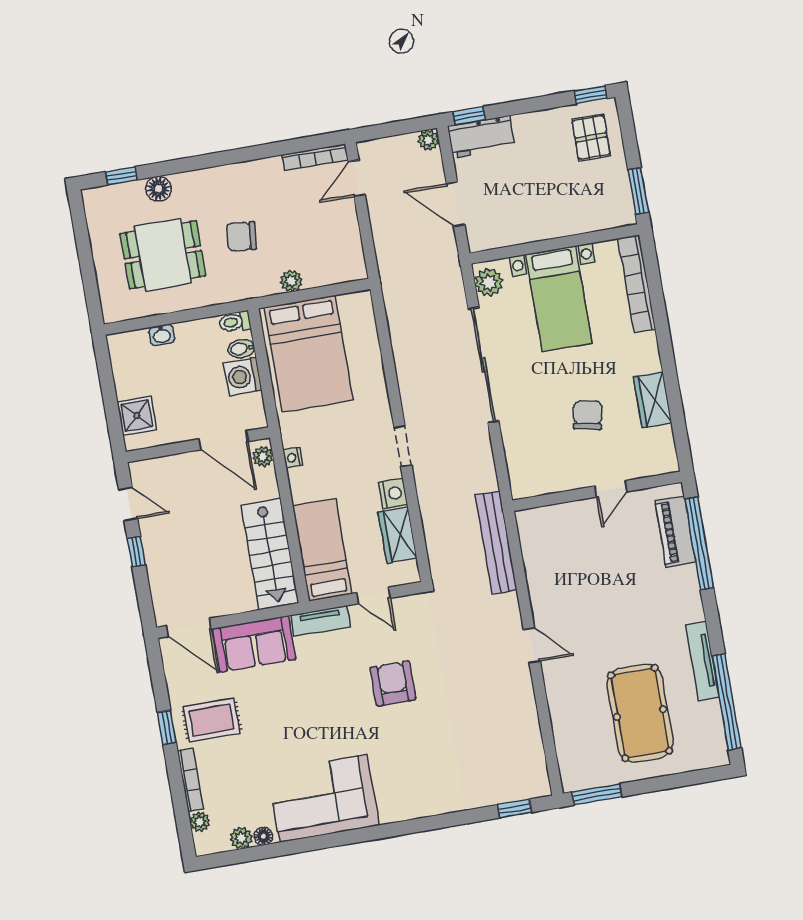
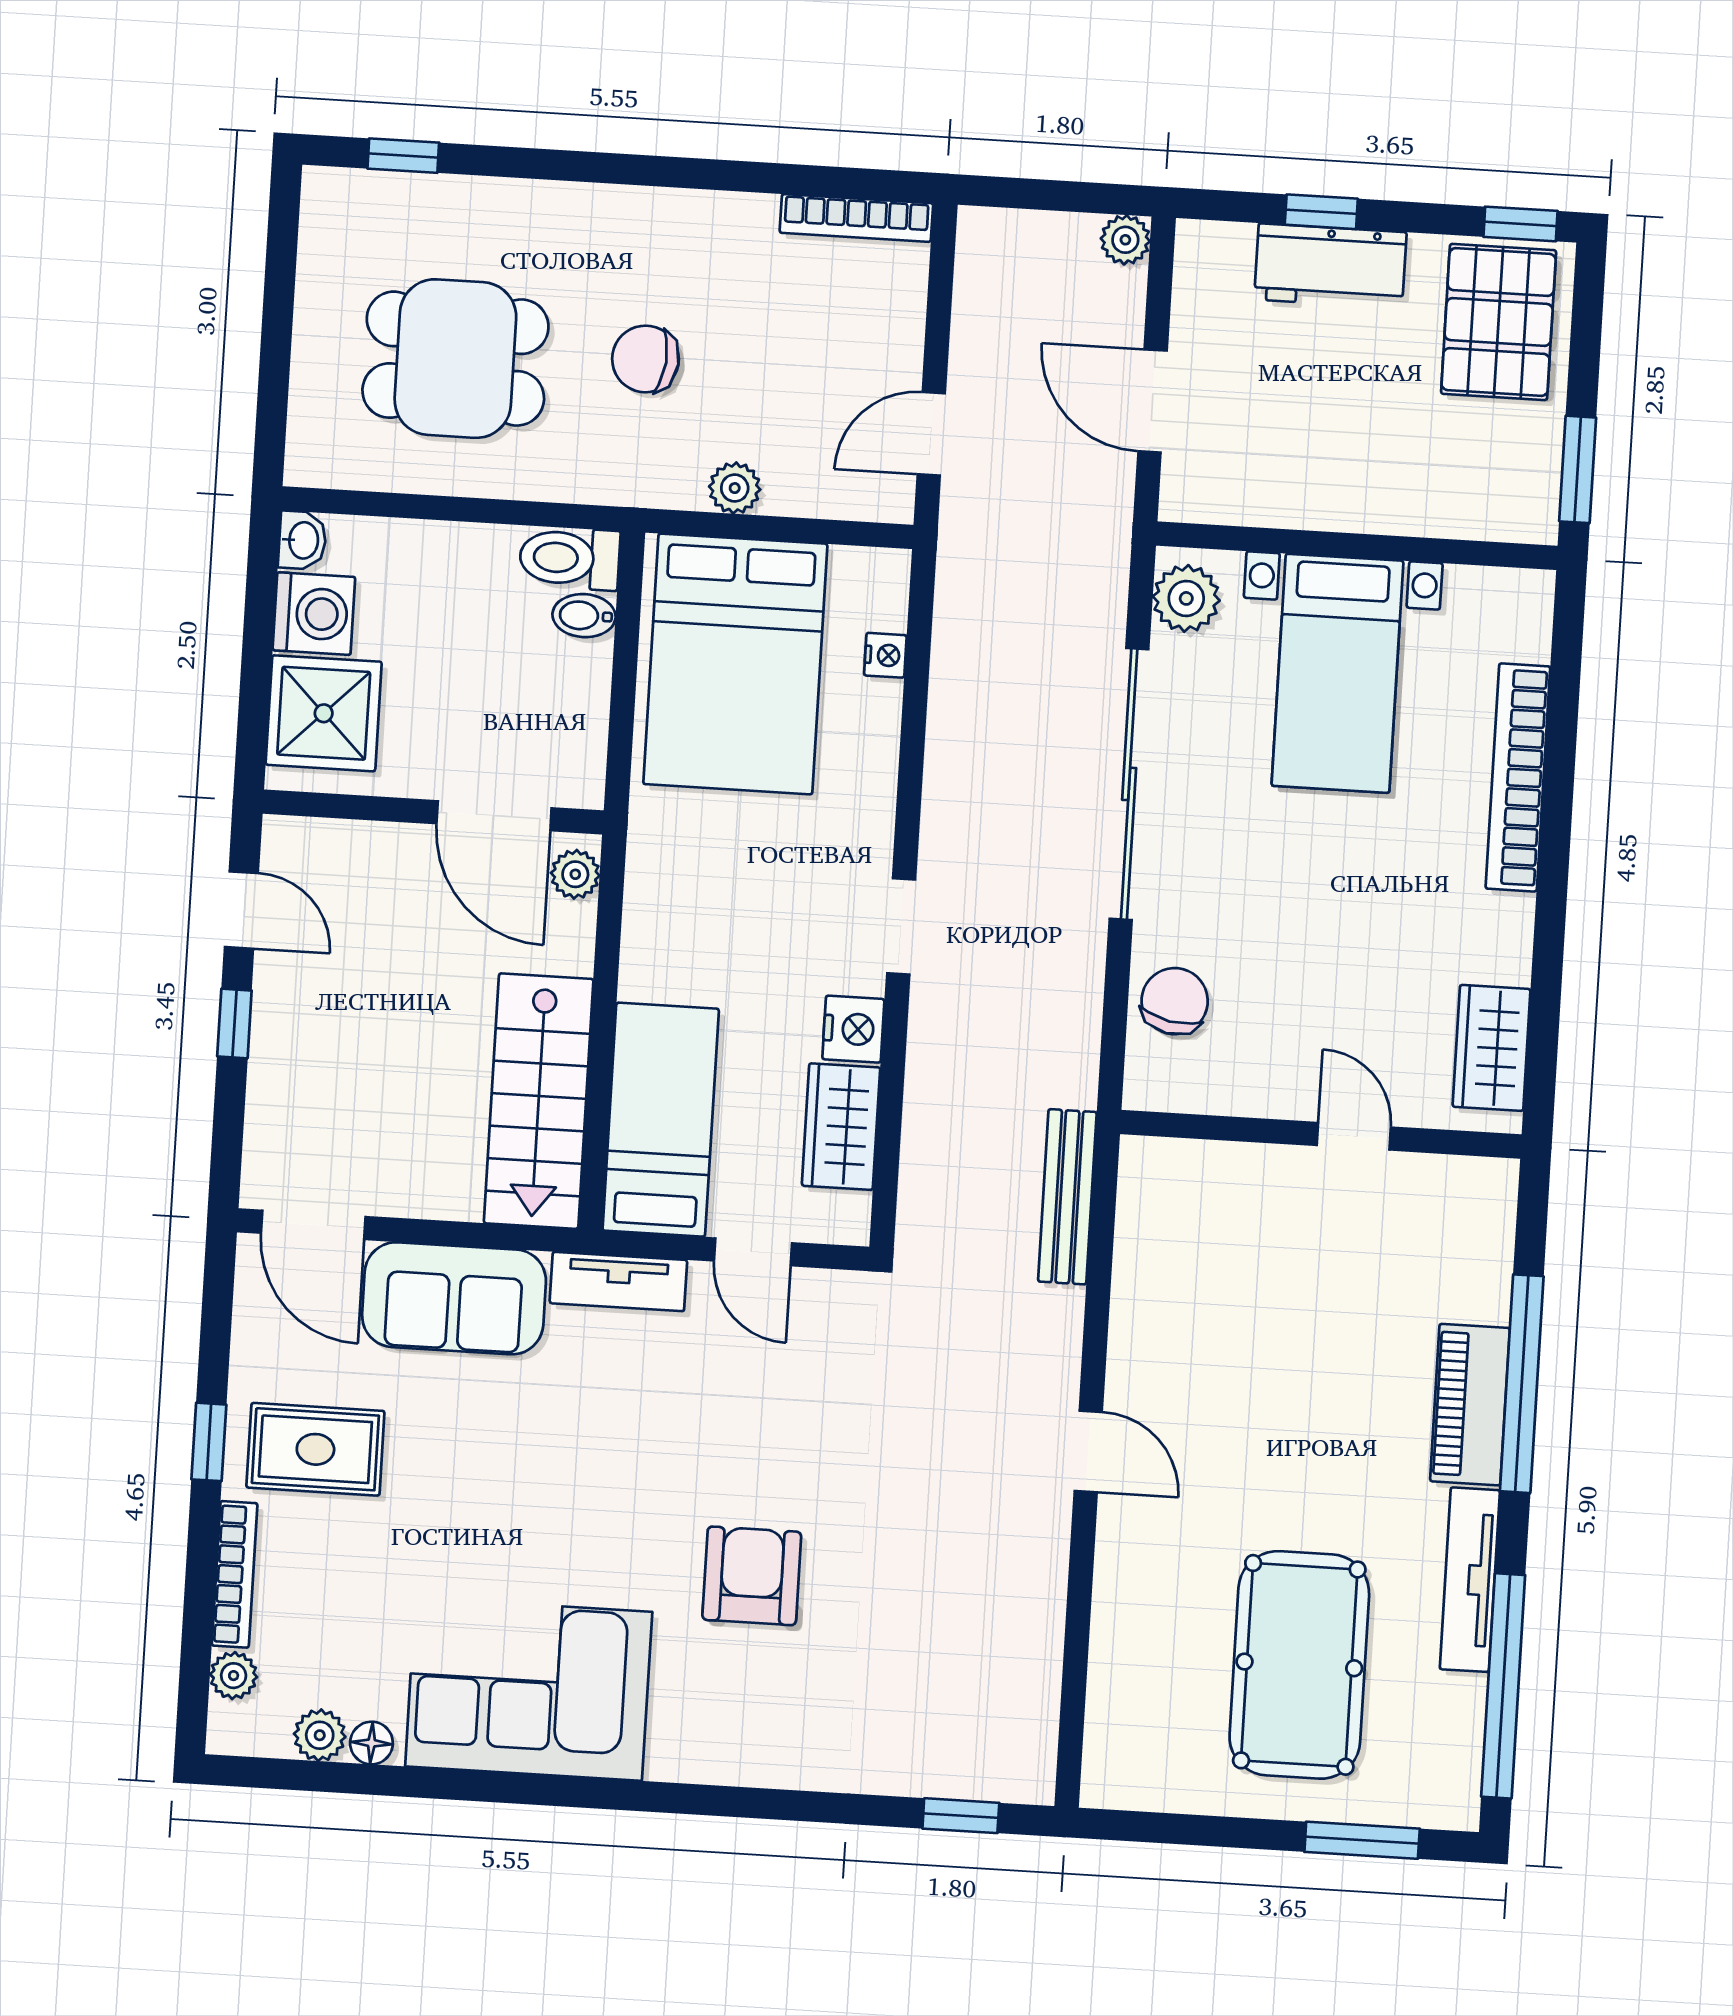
window: (469, 116) -> (1321, 212), moved
workbench: (481, 137) -> (1330, 266), moved
pallet: (591, 137) -> (1499, 322), width x1.50, depth x1.42
door: (357, 178) -> (931, 434), moved
floor lamp: (159, 189) -> (481, 205), removed
bookcase: (637, 284) -> (1518, 777), moved
toilet: (235, 322) -> (570, 558), width x1.37, depth x1.39
washbasin: (162, 335) -> (302, 540), moved, turned -90
washing machine: (243, 377) -> (314, 614), moved, turned 180
wardrobe: (653, 400) -> (1492, 1048), moved
chair: (588, 415) -> (1175, 1001), moved
shower: (137, 416) -> (324, 713), width x1.36, depth x1.36
nightstand: (293, 458) -> (885, 655), moved, turned 180
door: (611, 489) -> (1354, 1136), swing flipped
piano: (675, 532) -> (1470, 1405), moved
bench: (496, 542) -> (1067, 1197), width x0.73, depth x0.82
window: (699, 544) -> (1522, 1384), moved
armchair: (393, 683) -> (752, 1576), moved
window: (597, 794) -> (1362, 1840), moved

